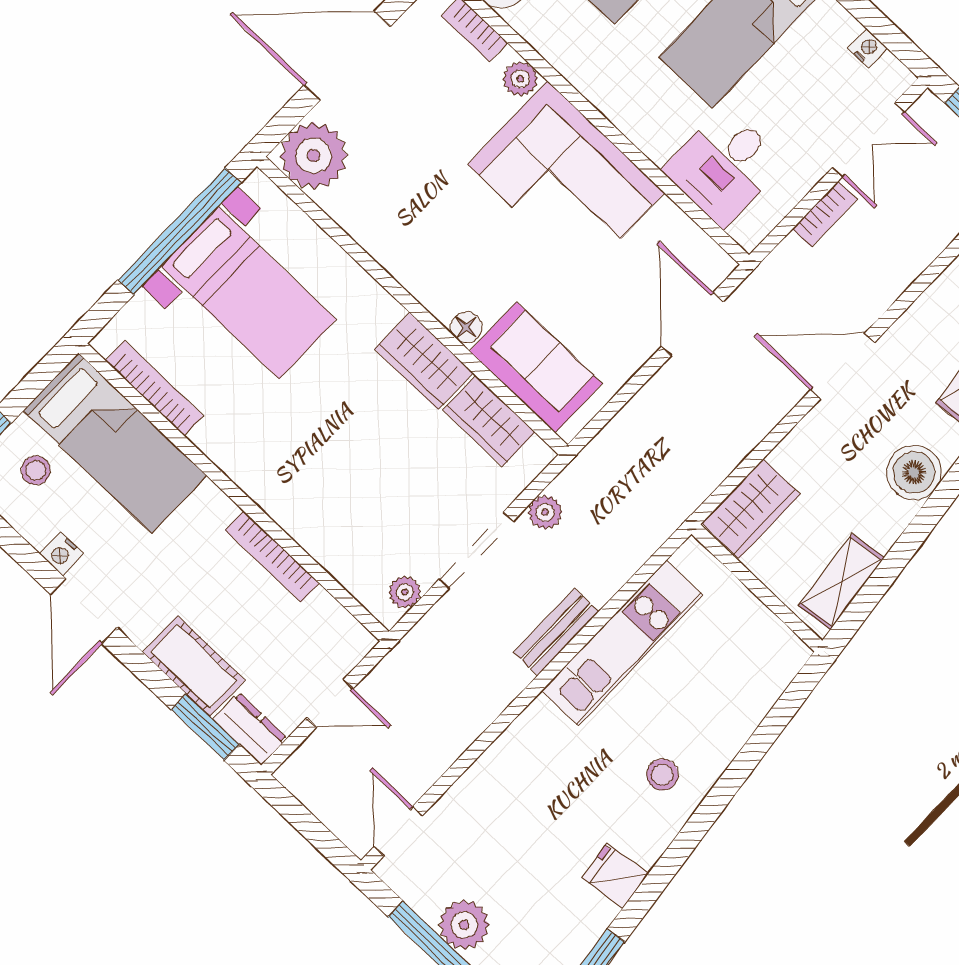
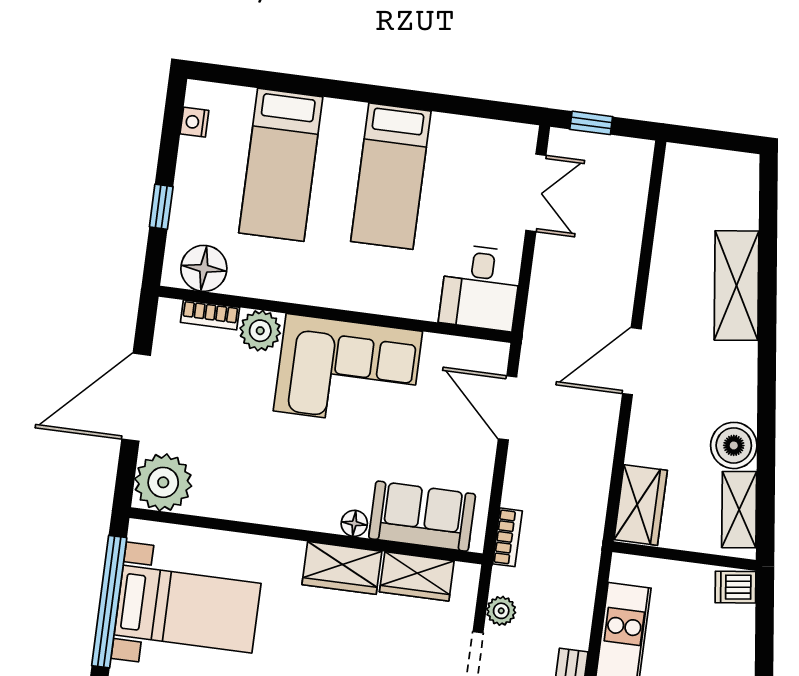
nightstand: (867, 48) -> (489, 131), removed
plant: (520, 79) -> (260, 331), width x1.38, depth x1.38
desk: (724, 166) -> (480, 287), moved
bookcase: (825, 214) -> (507, 537), moved
boiler: (914, 472) -> (734, 445), moved
dishwasher: (784, 653) -> (735, 587), added

